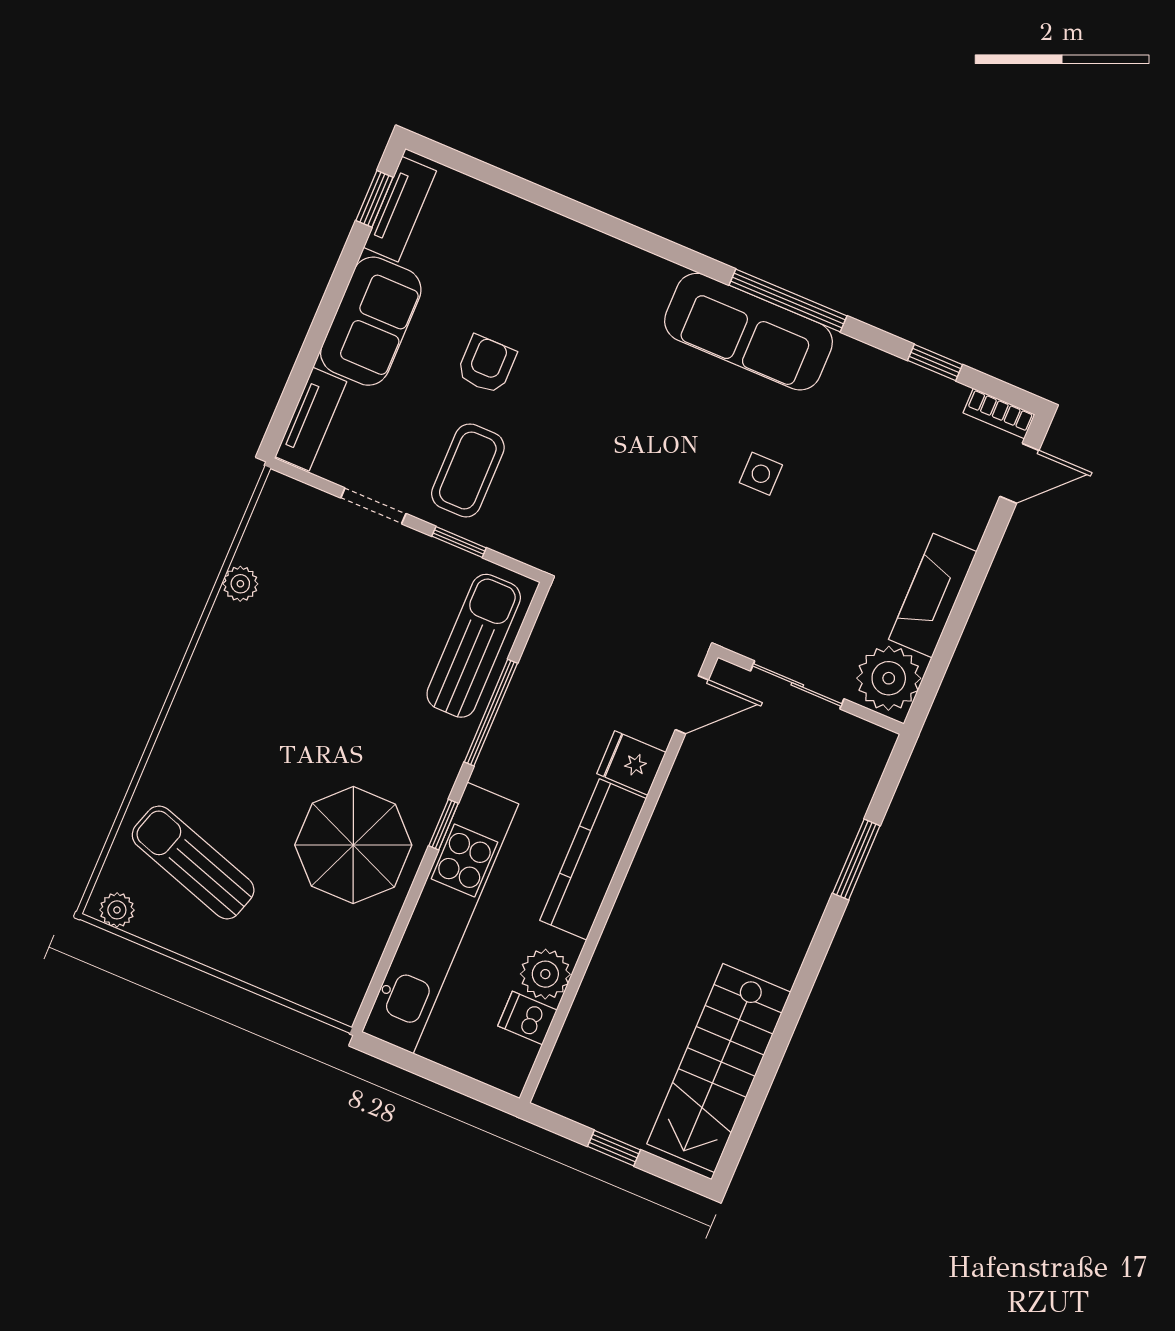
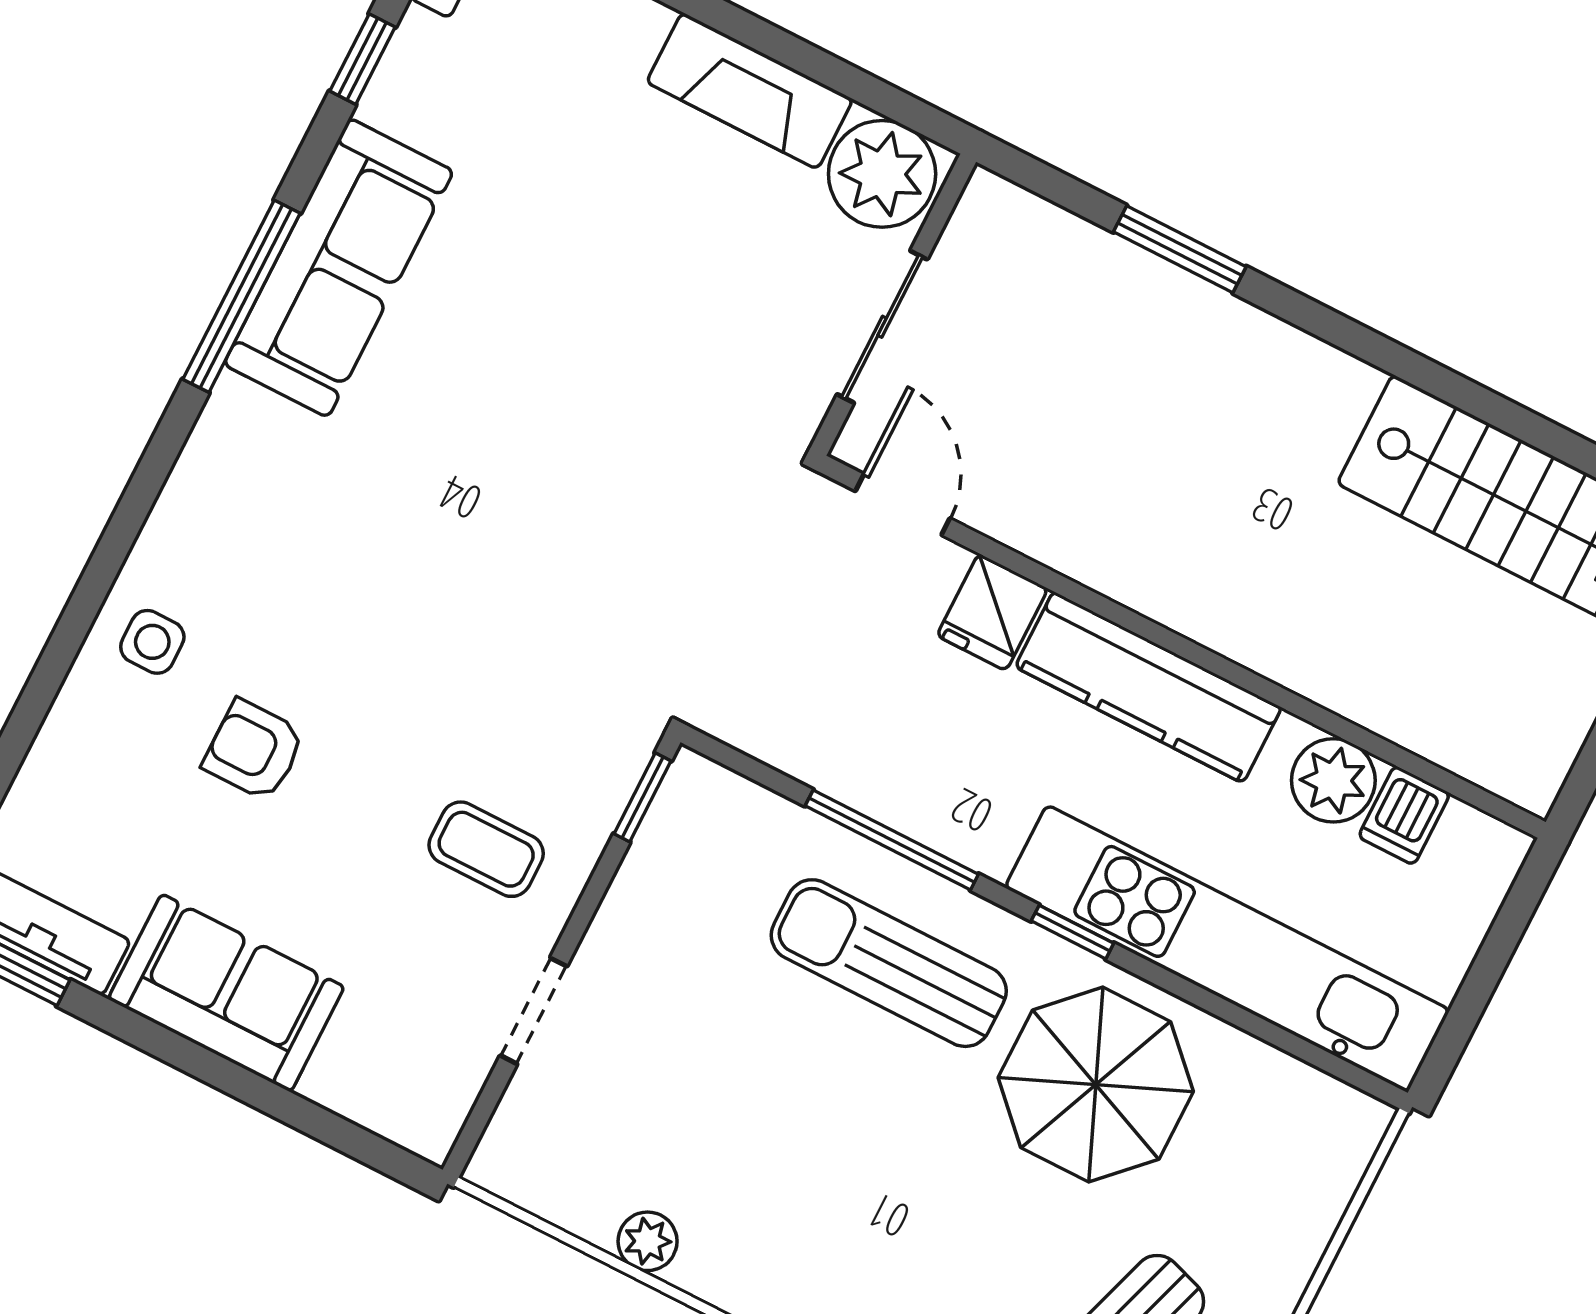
sofa: (749, 332) -> (339, 268), moved
armchair: (486, 364) -> (254, 750), moved
tv unit: (311, 419) -> (382, 1104), removed
coffee table: (468, 470) -> (486, 849), width x0.73, depth x0.77
side table: (761, 474) -> (152, 642), moved
window: (459, 542) -> (642, 797), moved
sun lounger: (474, 646) -> (889, 963), moved

